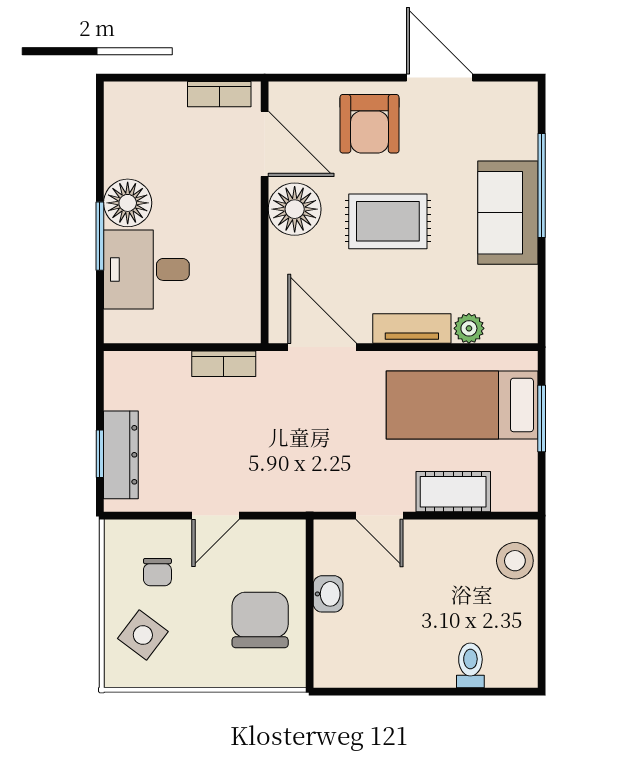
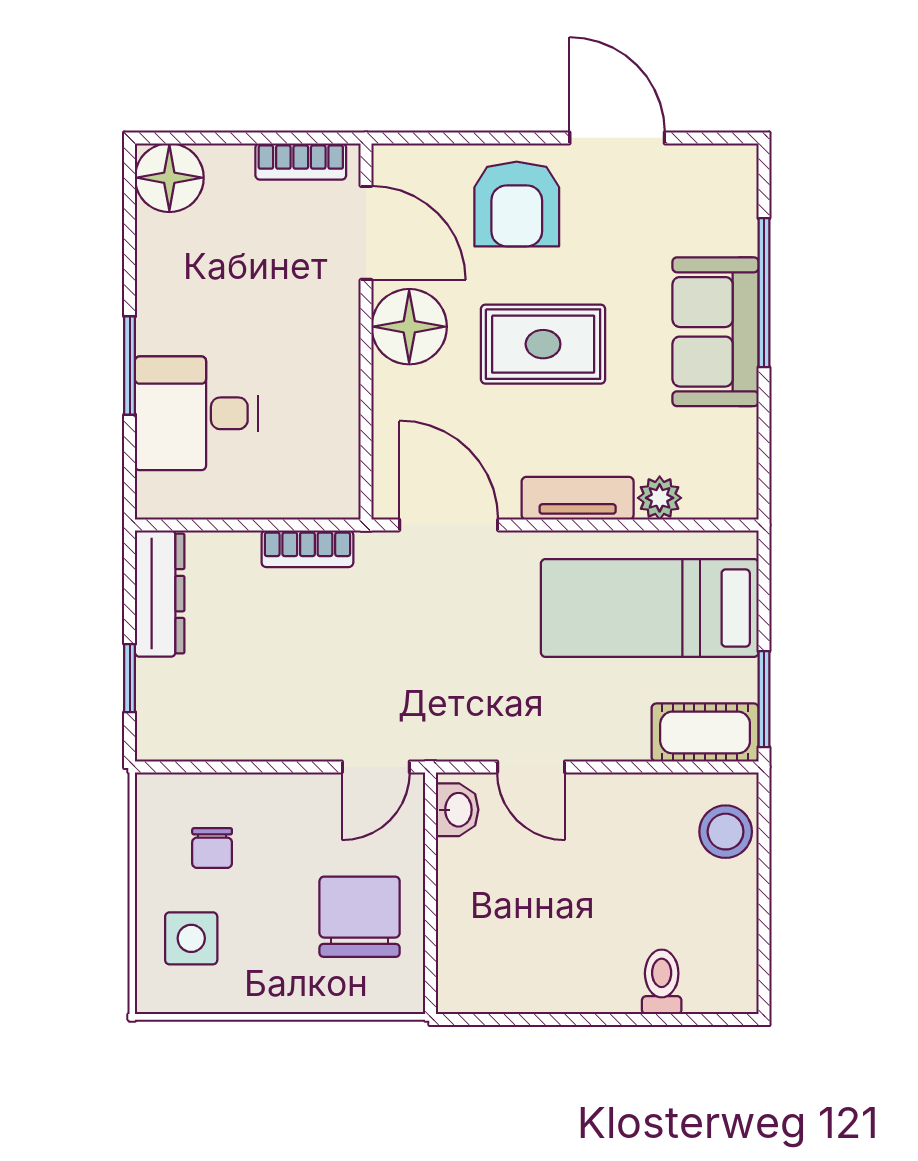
floor lamp: (128, 203) -> (169, 178), moved
window: (542, 419) -> (764, 699), moved
dresser: (121, 455) -> (160, 594), moved
cot: (453, 492) -> (705, 732), moved
door: (215, 516) -> (376, 767), moved
washbasin: (328, 594) -> (457, 810), moved
side table: (143, 635) -> (191, 938), turned -37

